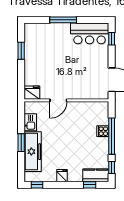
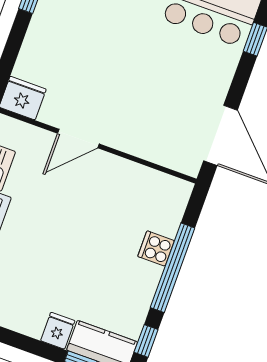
fridge: (62, 176) -> (58, 331), moved

